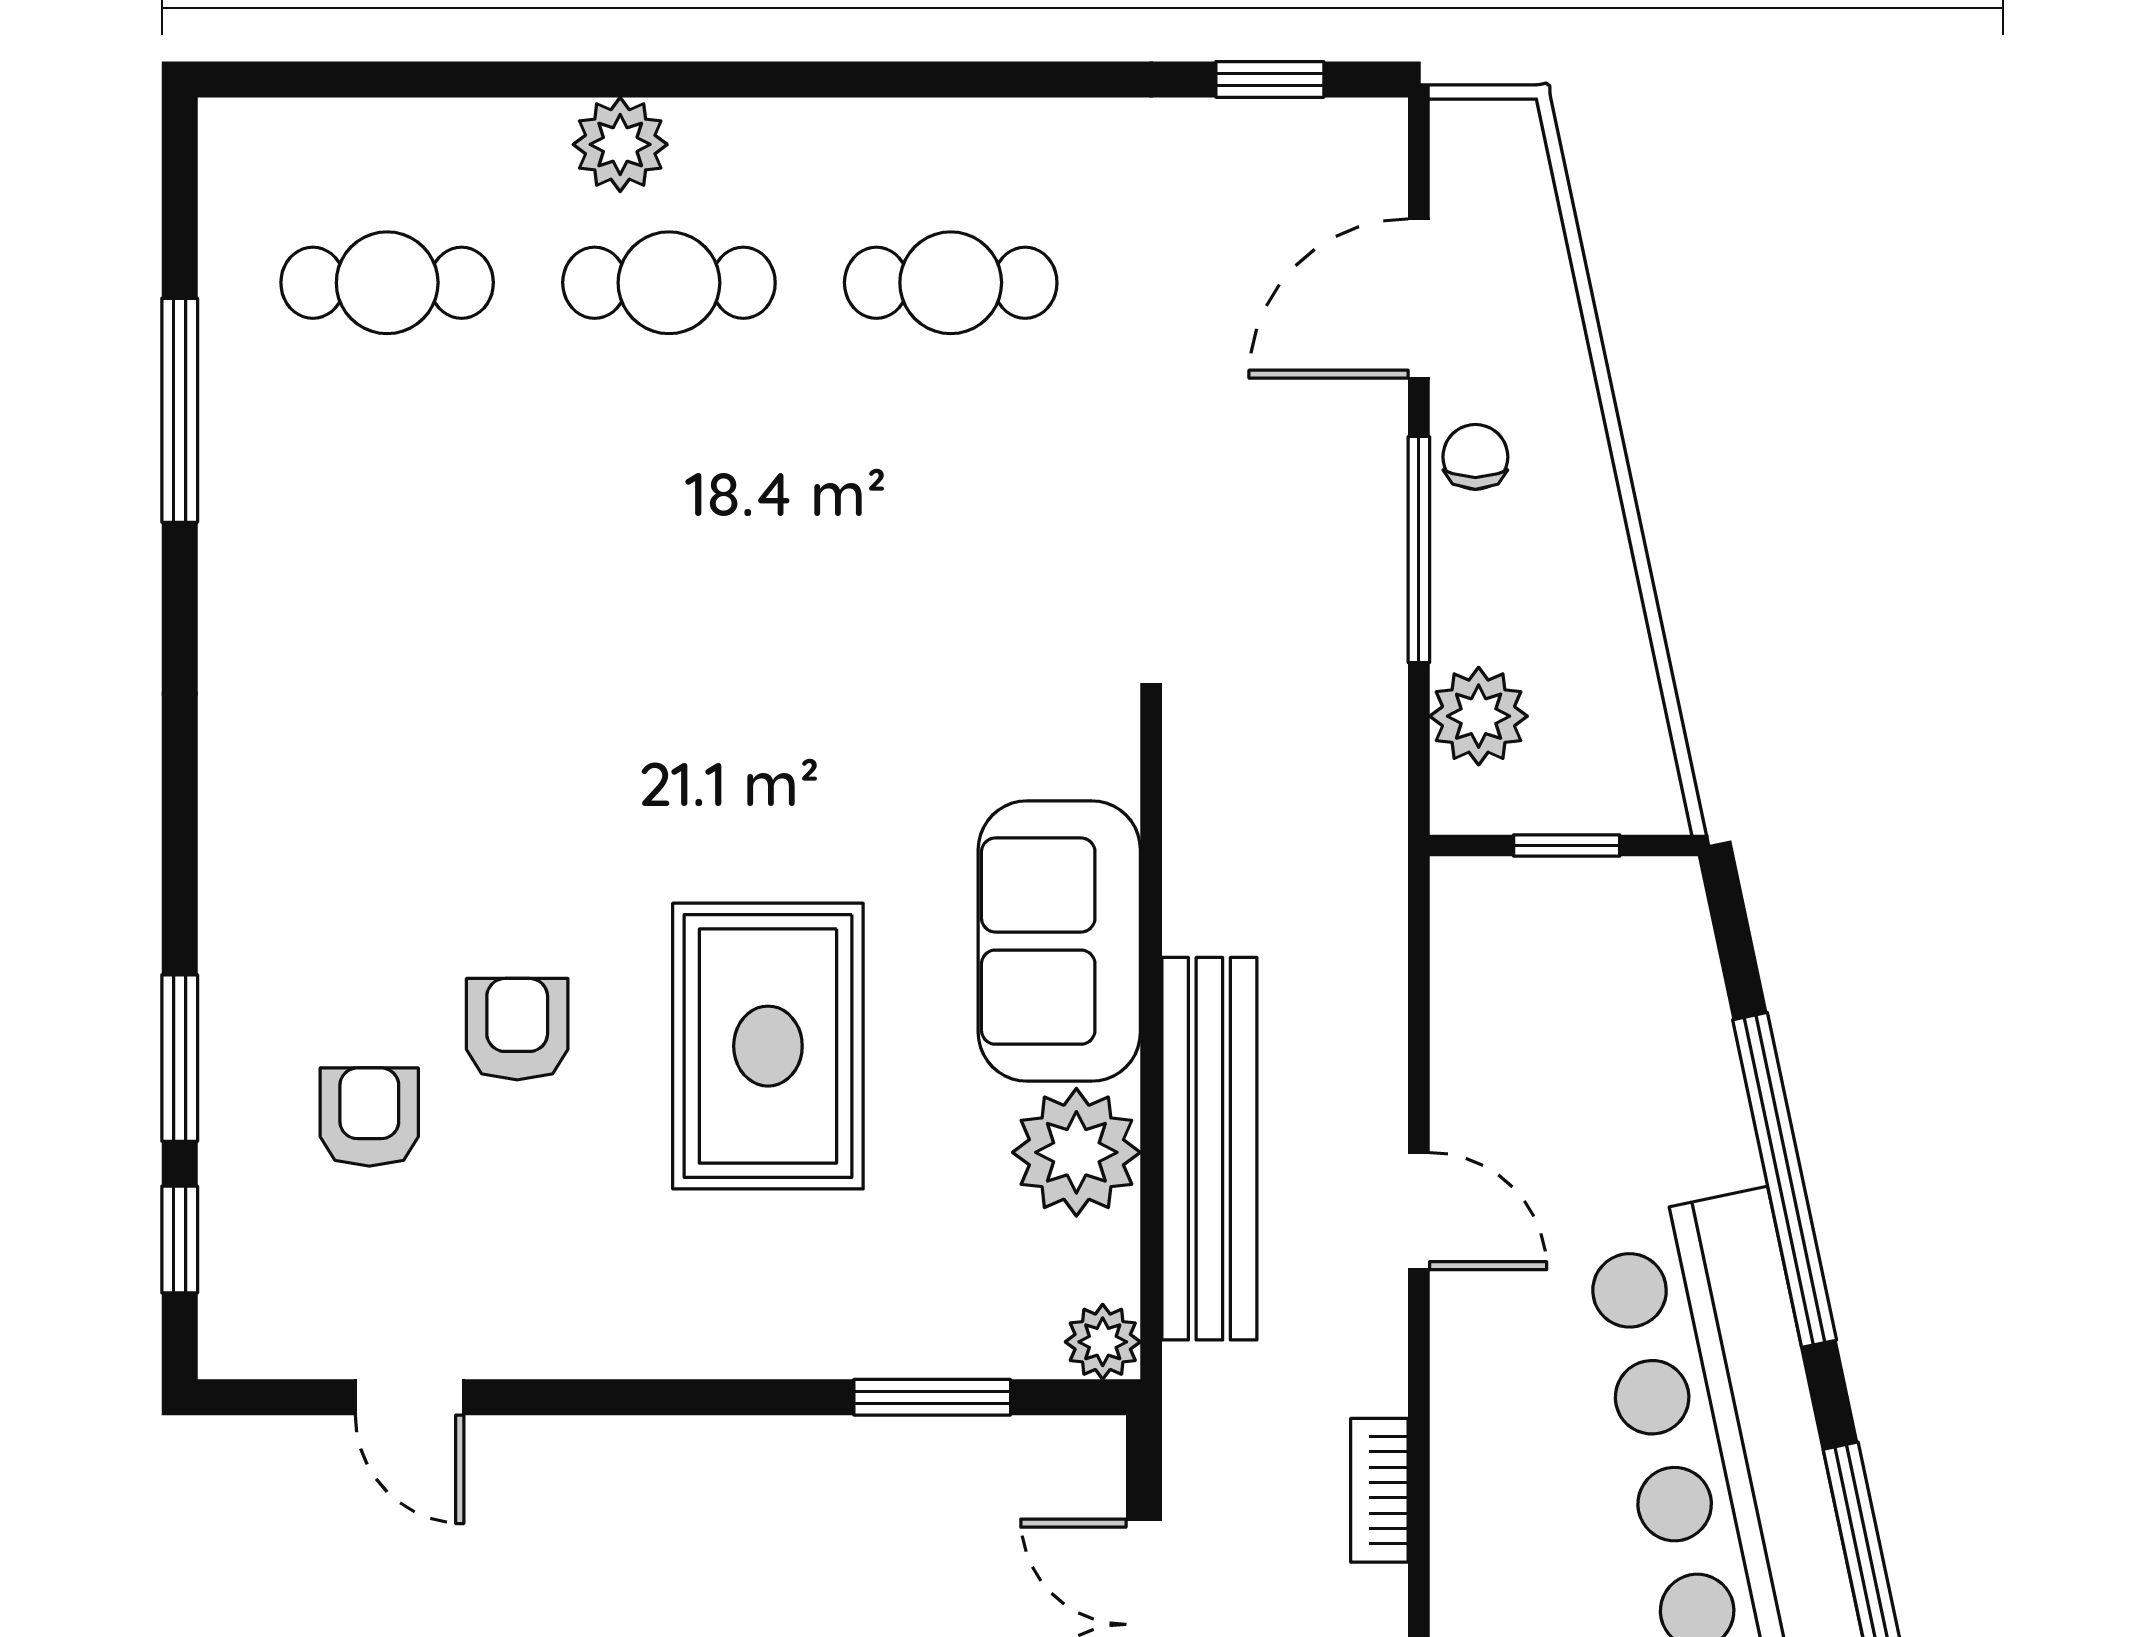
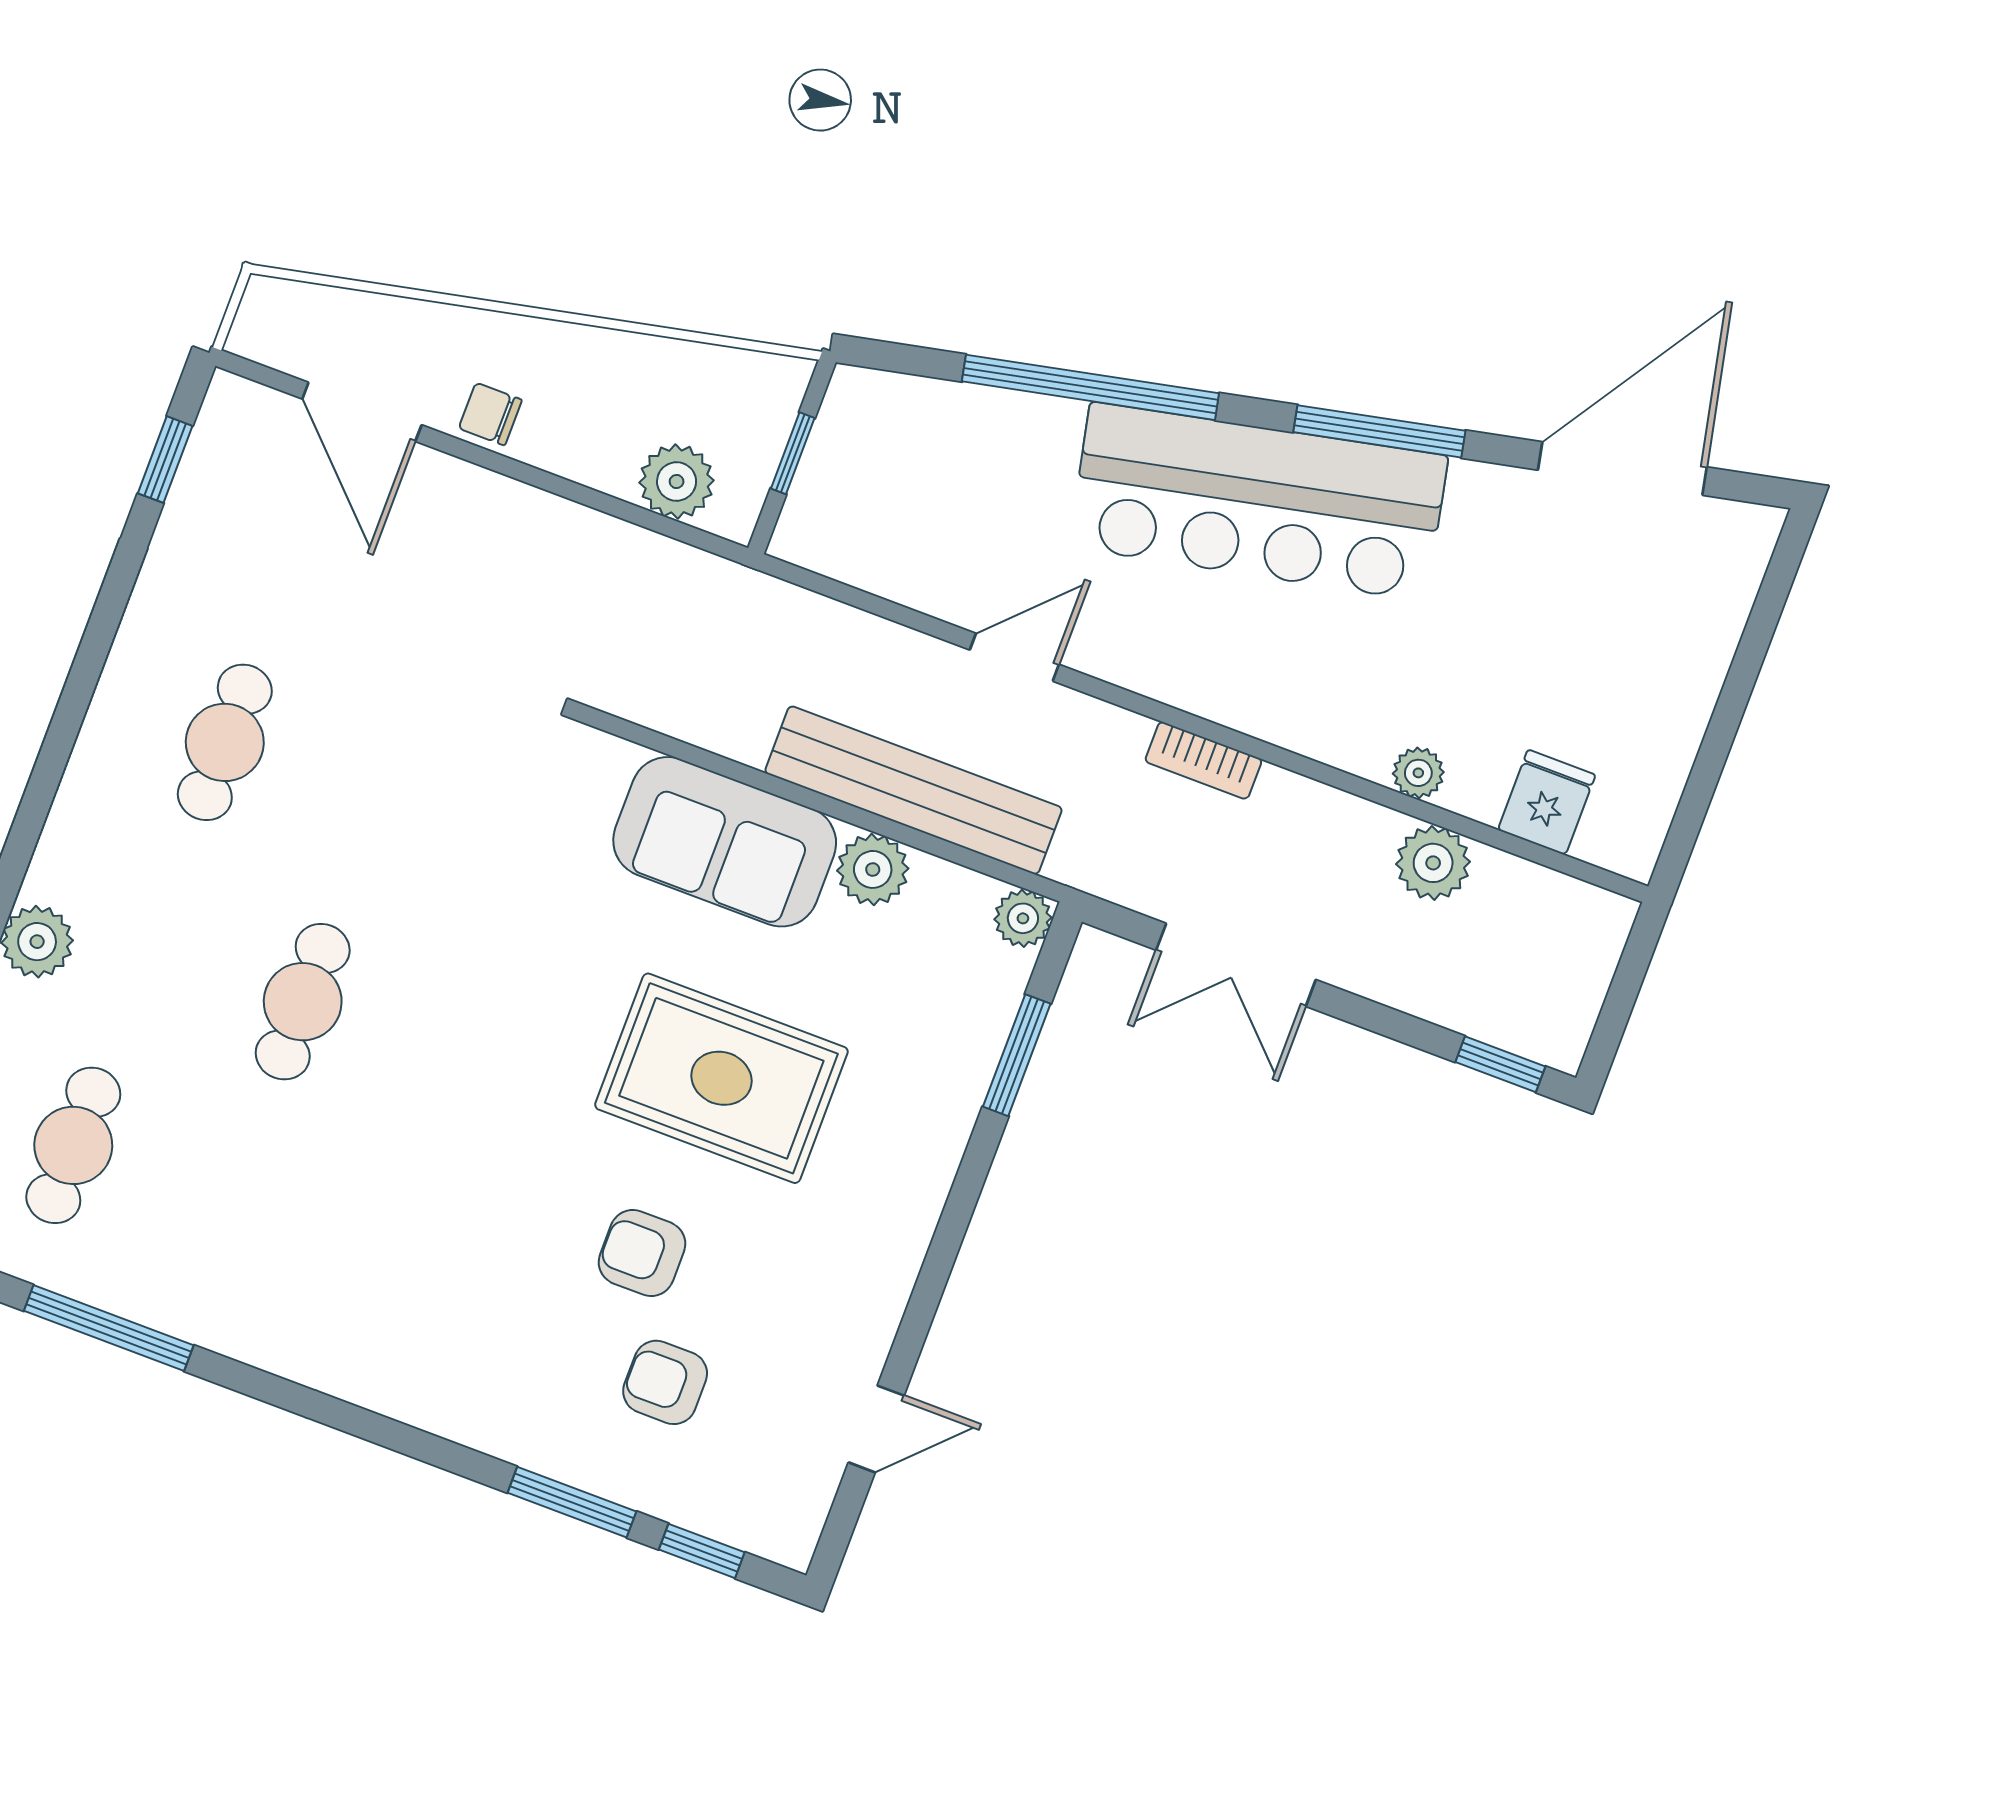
cafe table: (669, 283) -> (303, 1002), moved
window: (1419, 550) -> (541, 479), removed
plant: (1076, 1152) -> (873, 869), width x0.73, depth x0.73

